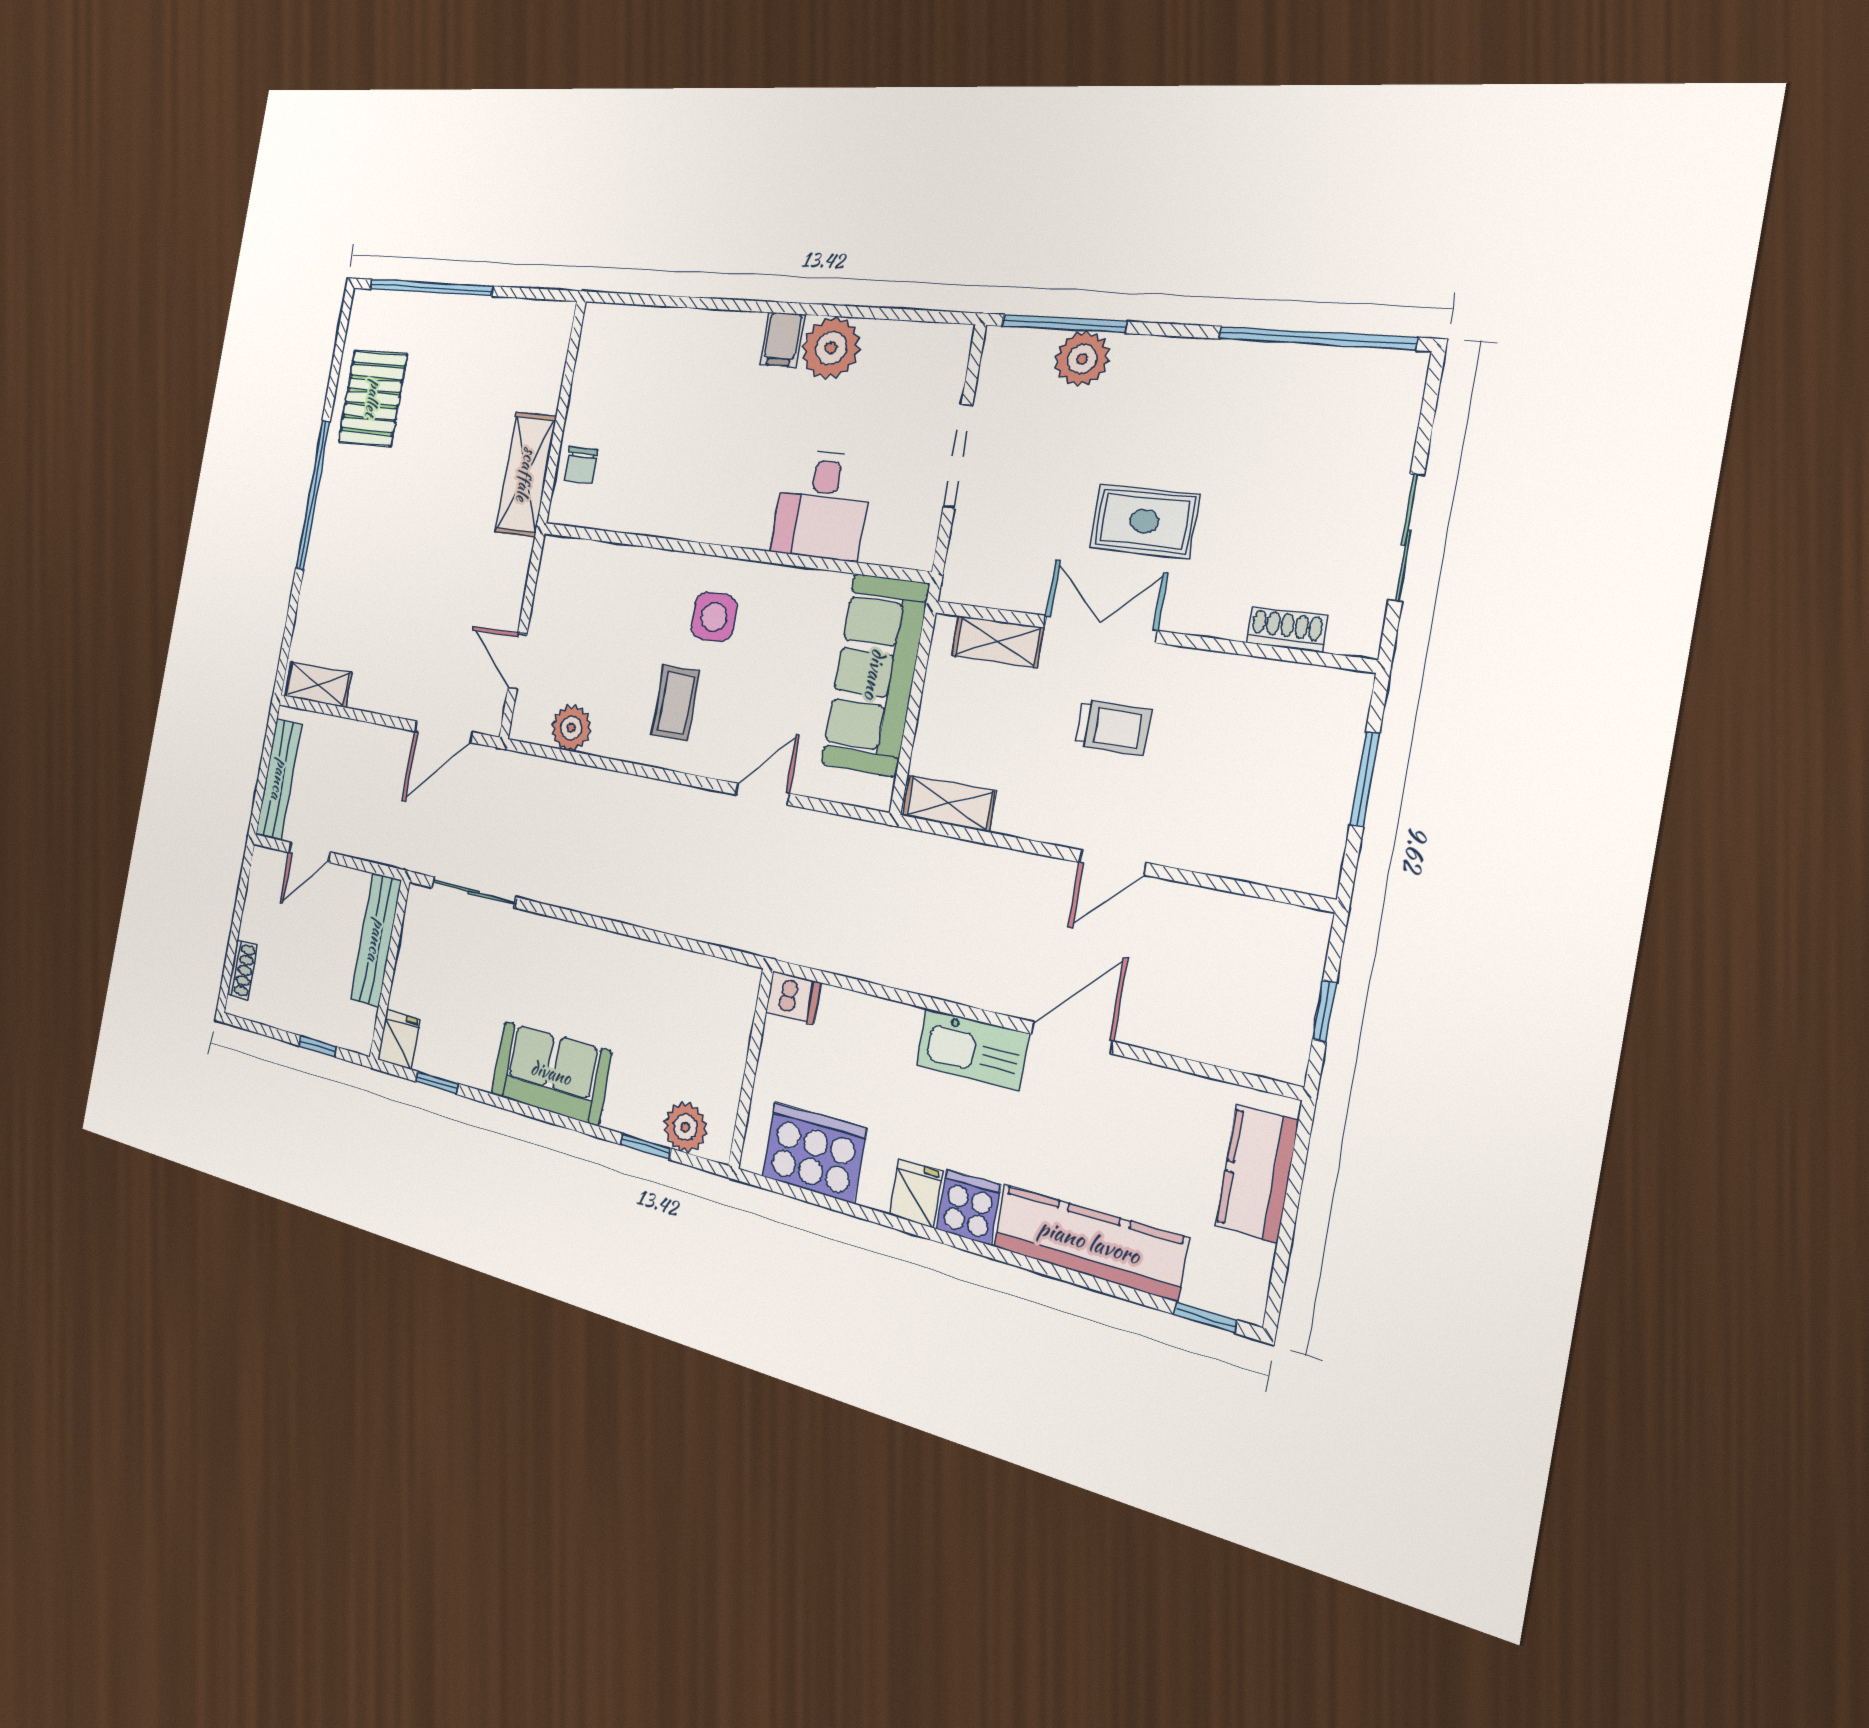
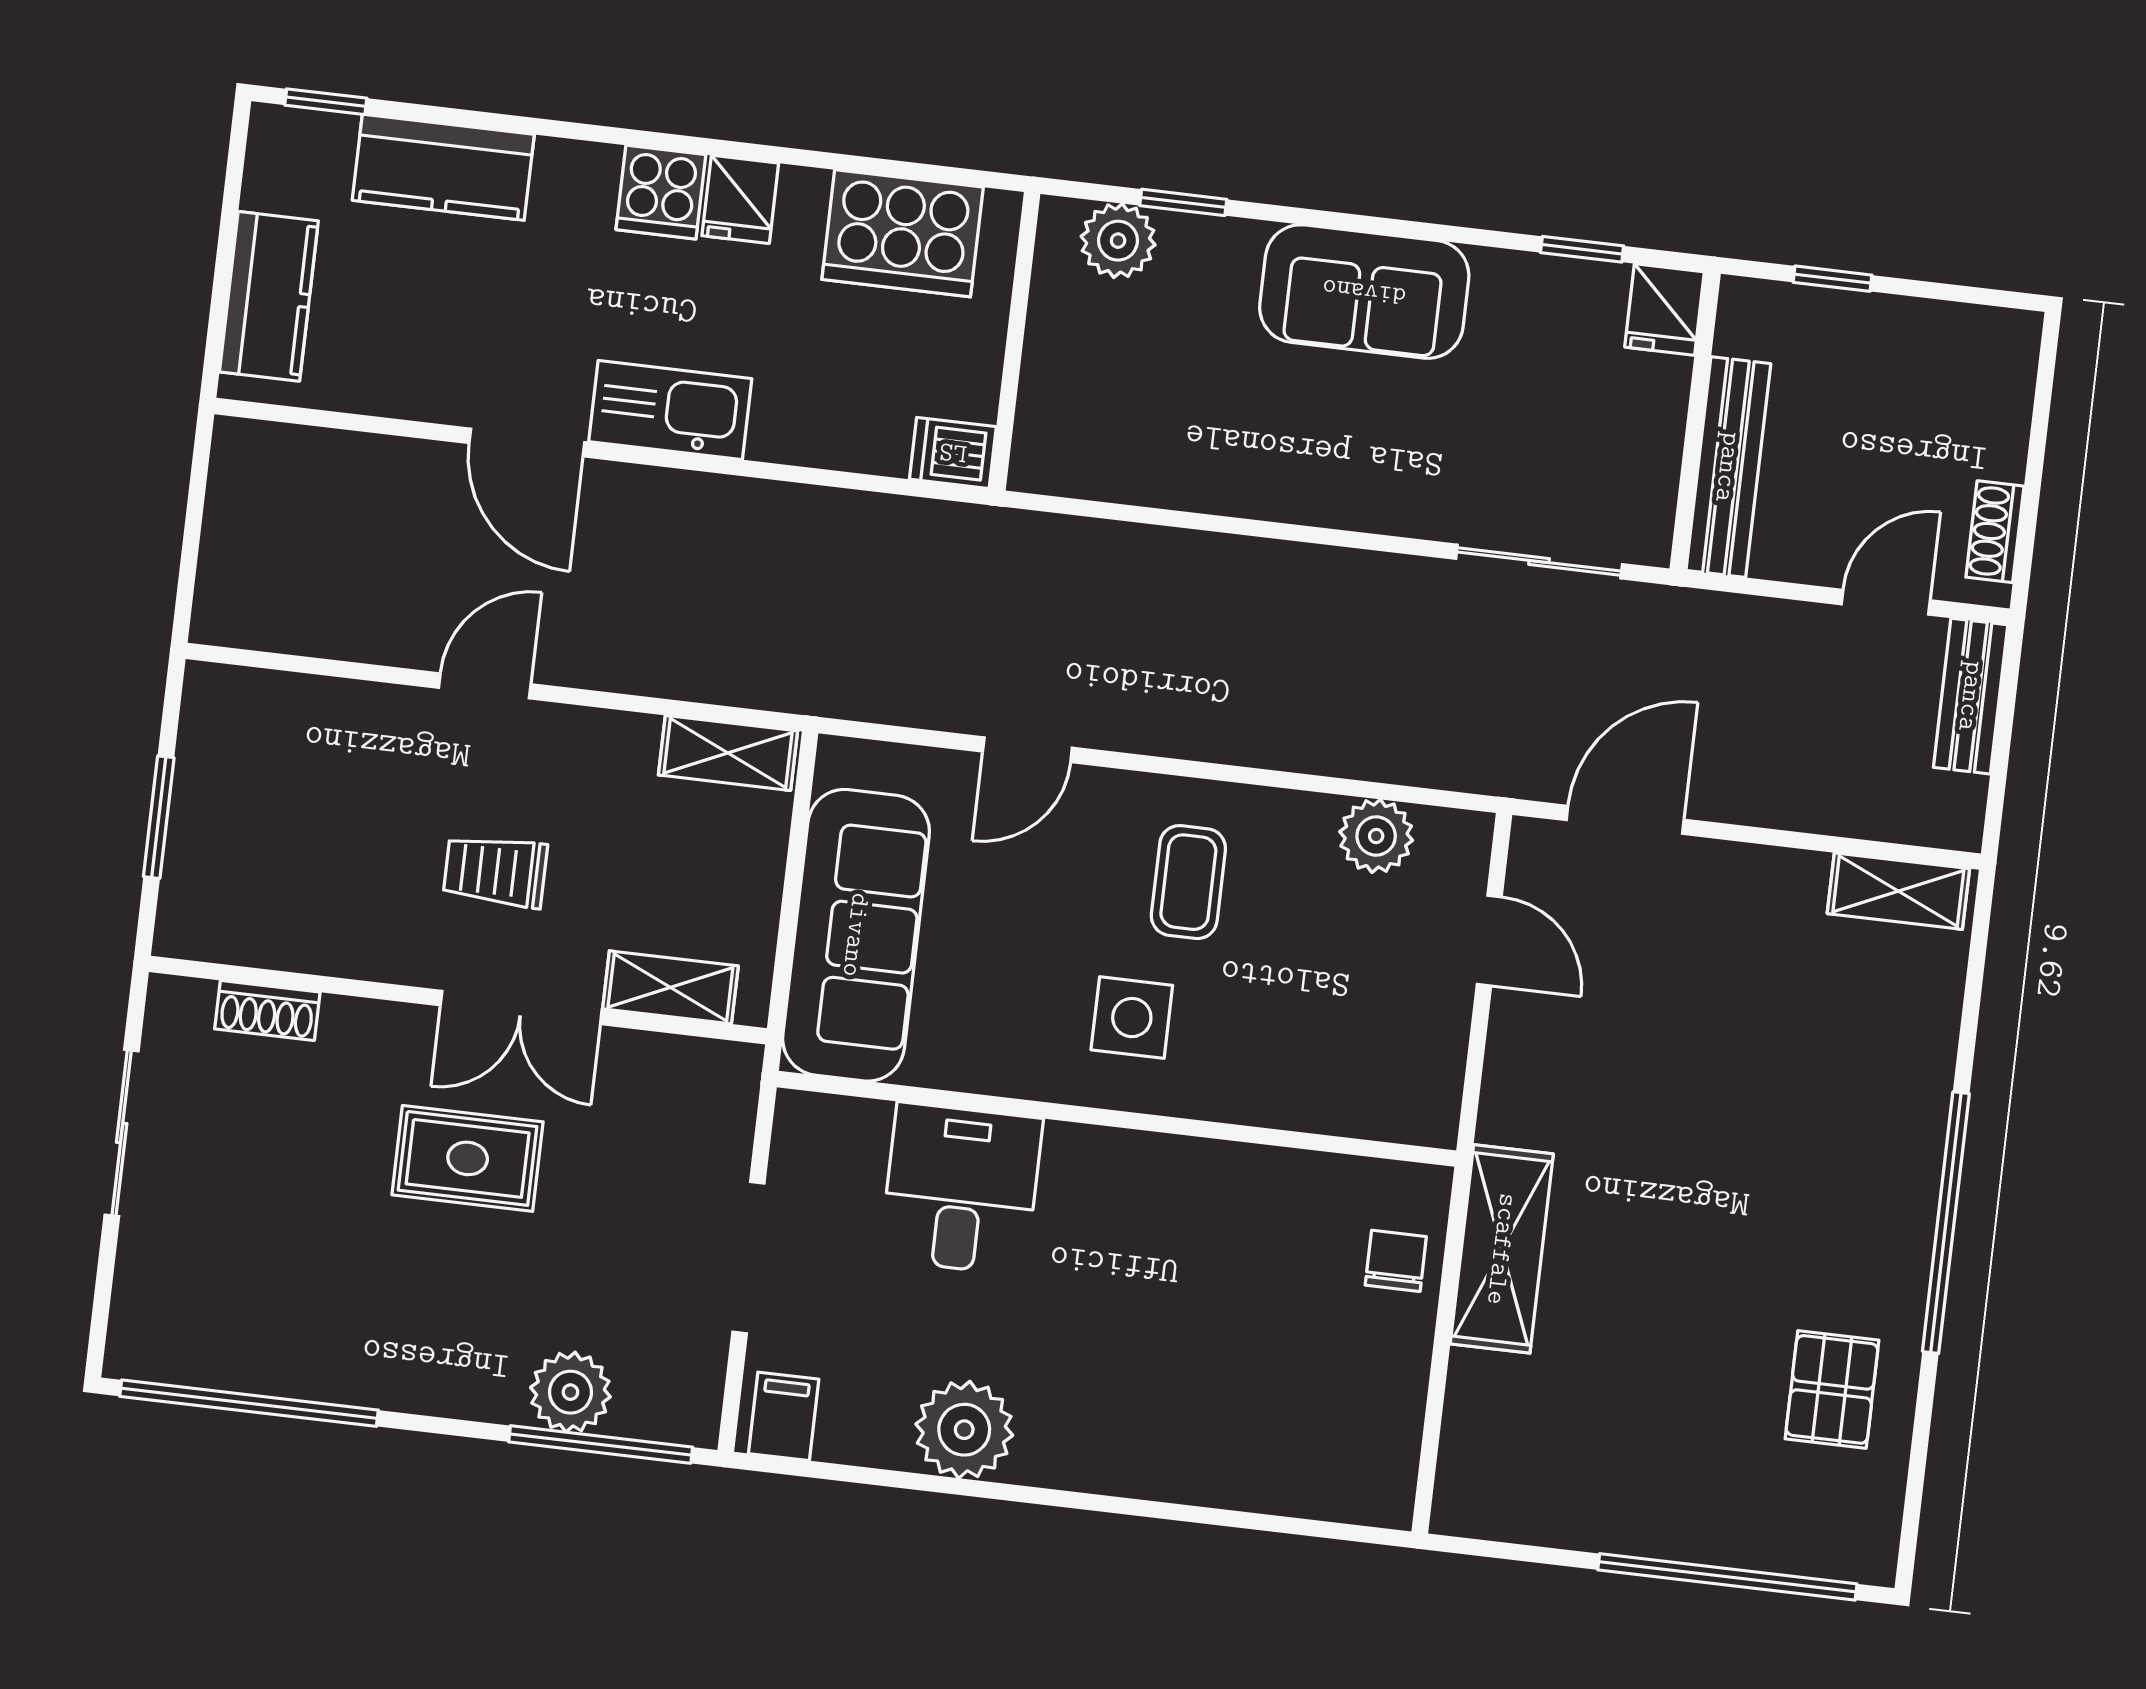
filing cabinet: (782, 340) -> (784, 1416), moved
pallet: (373, 398) -> (1832, 1389), width x0.67, depth x0.71
bench: (279, 779) -> (1971, 696), width x0.73
shoe rack: (242, 970) -> (1995, 532), moved
window: (1324, 1011) -> (194, 515), removed
door: (1072, 1038) -> (527, 443), hinge flipped
kitchen counter: (1089, 1242) -> (443, 167), width x0.67

